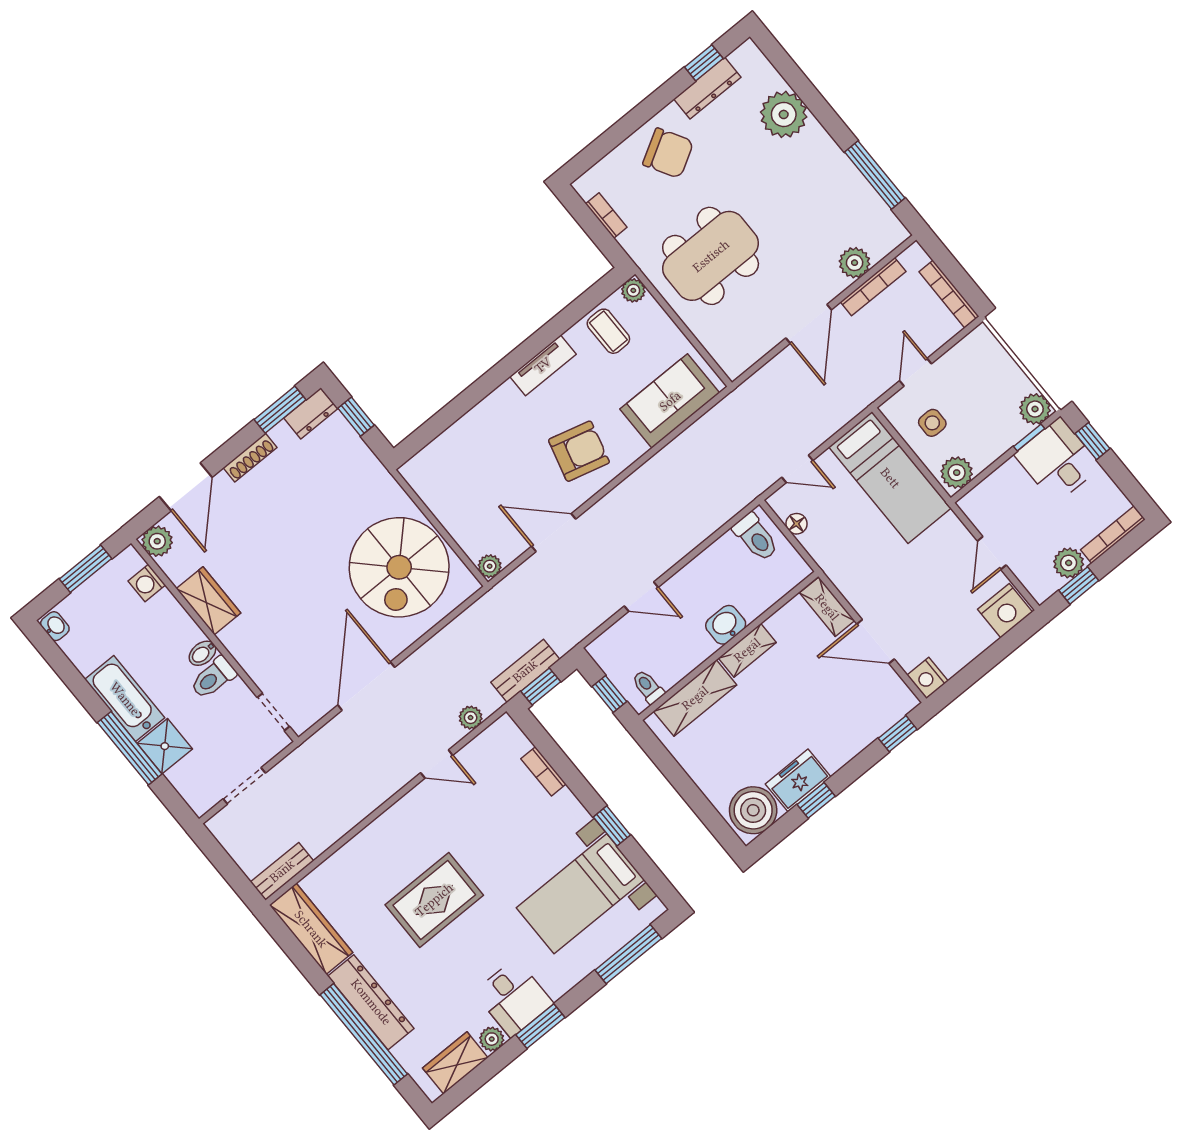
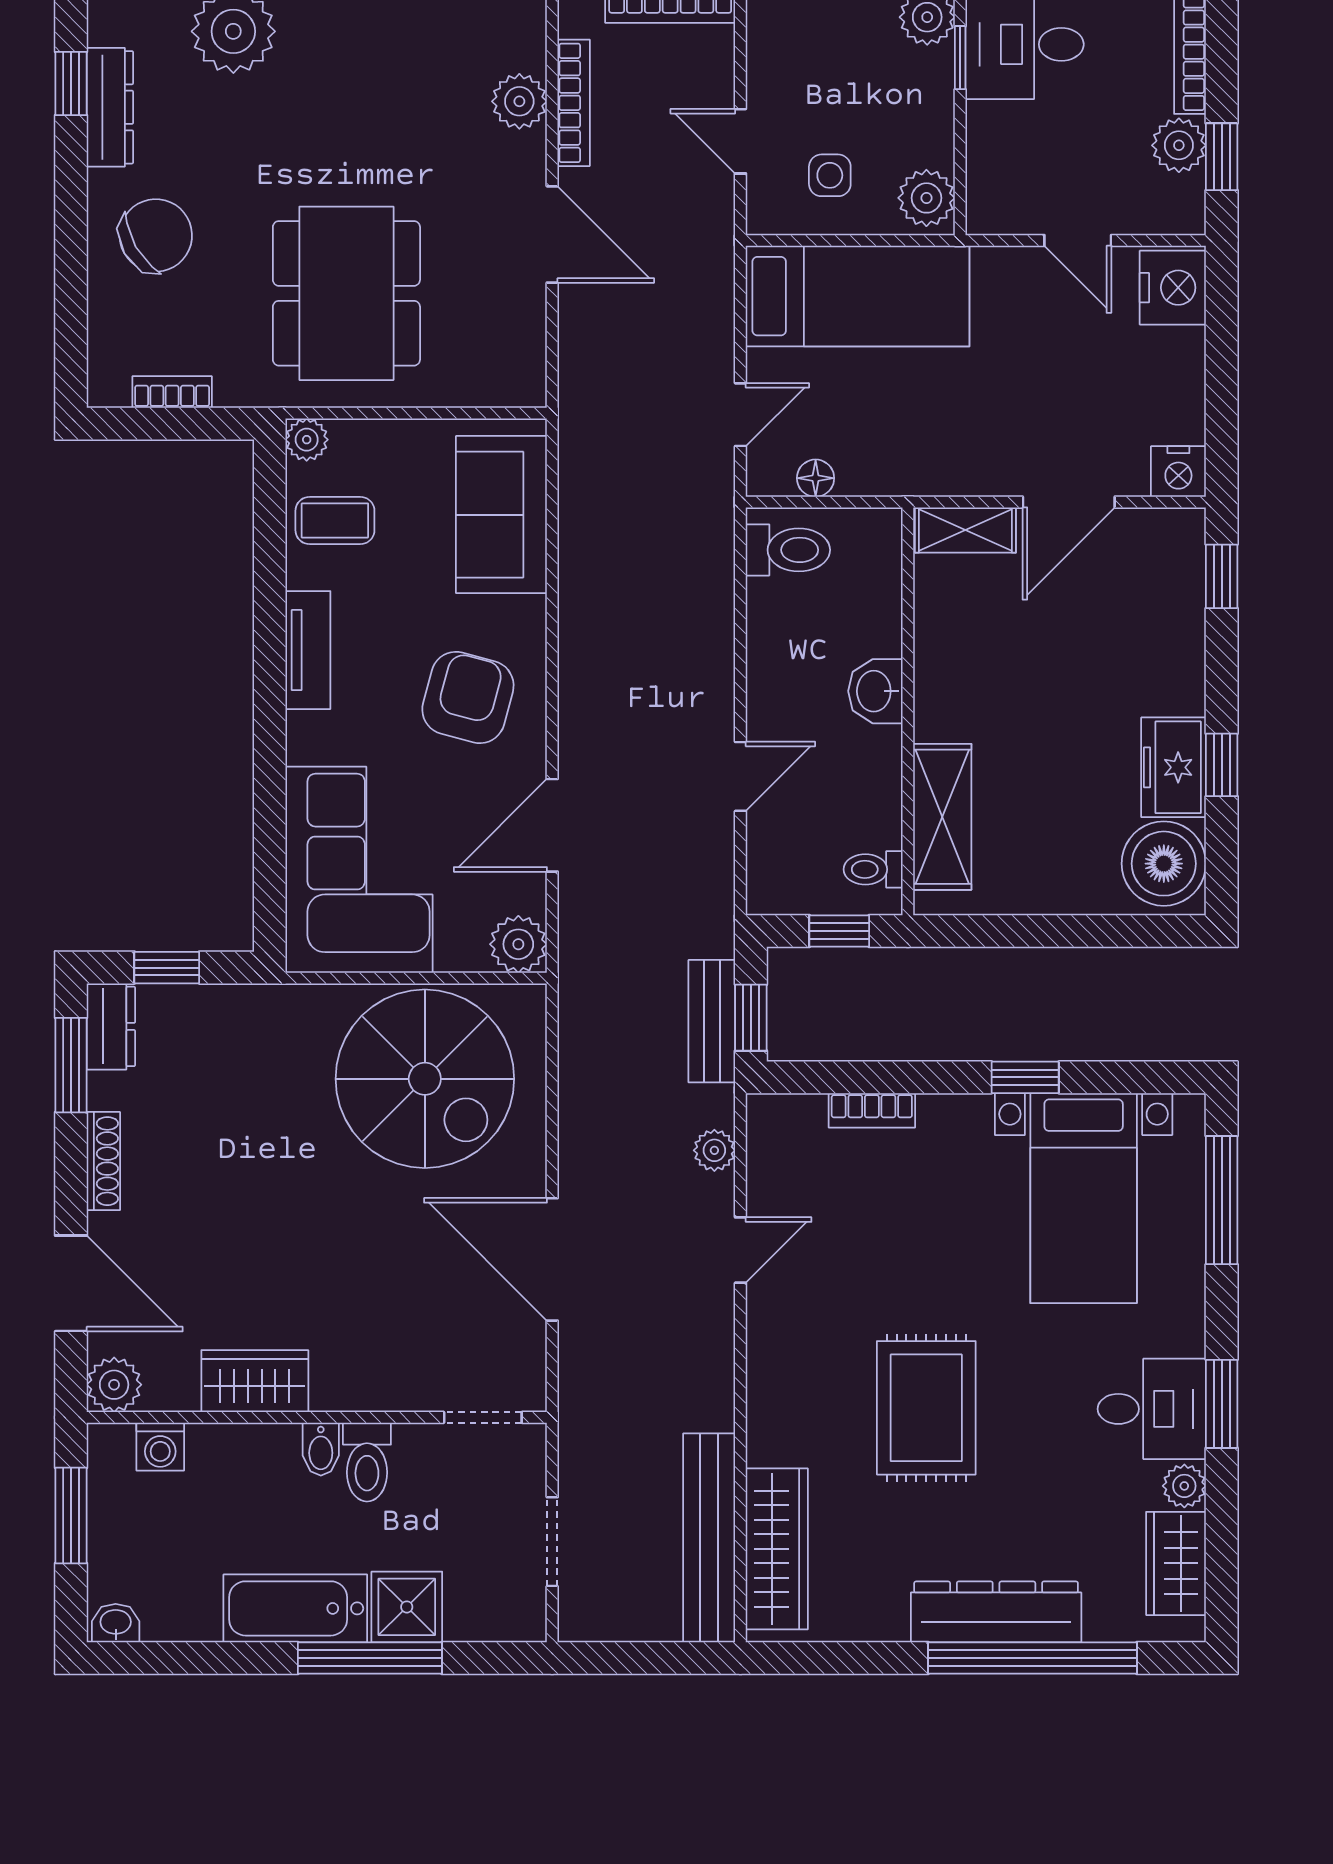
corner sofa: (466, 465) -> (359, 870), added
plant: (490, 566) -> (518, 944), width x1.38, depth x1.38
shelving: (747, 650) -> (935, 690), removed
bench: (282, 871) -> (709, 1538), width x1.86, depth x1.21
wardrobe: (311, 929) -> (777, 1549), moved, turned 90

